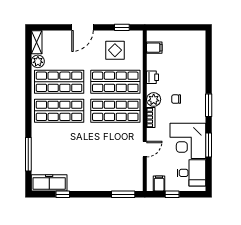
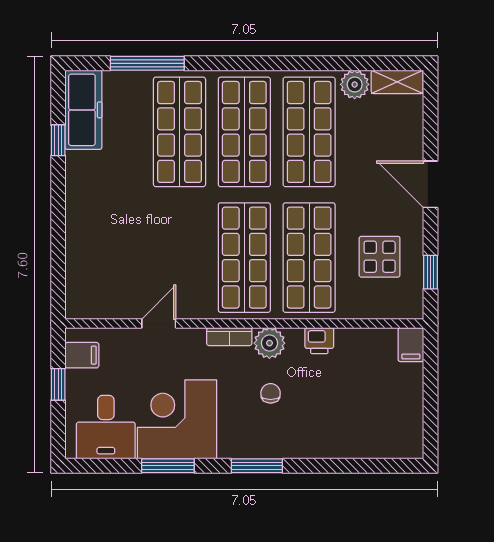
filing cabinet: (154, 48) -> (411, 345), moved
shop shelf: (59, 140) -> (180, 132), added
door: (145, 149) -> (159, 323), swing flipped
window: (123, 194) -> (58, 275), removed

